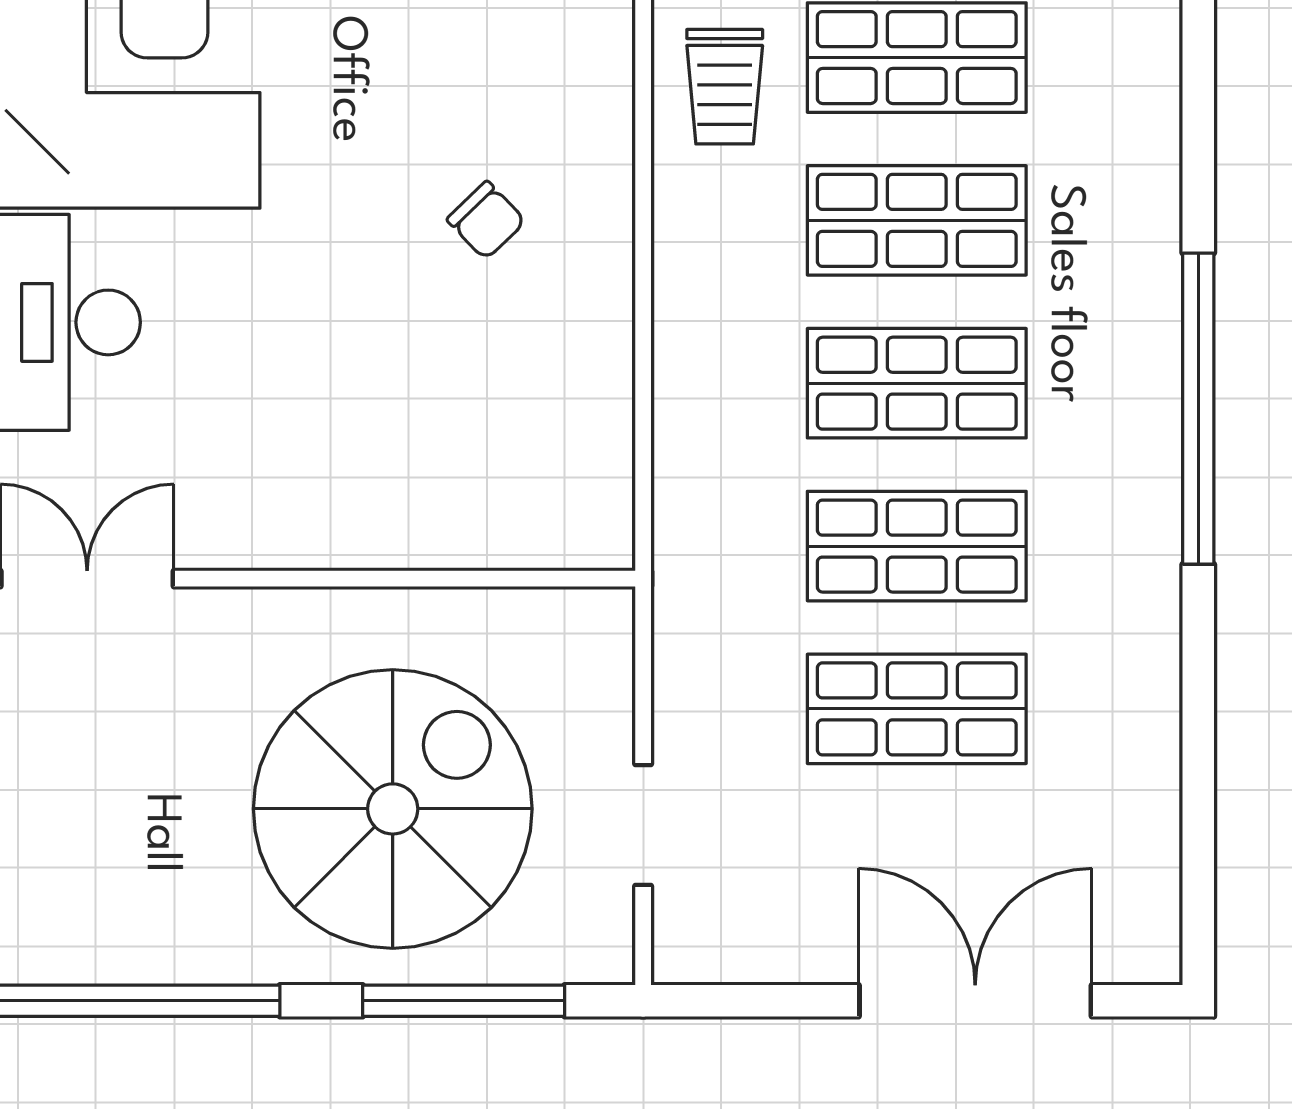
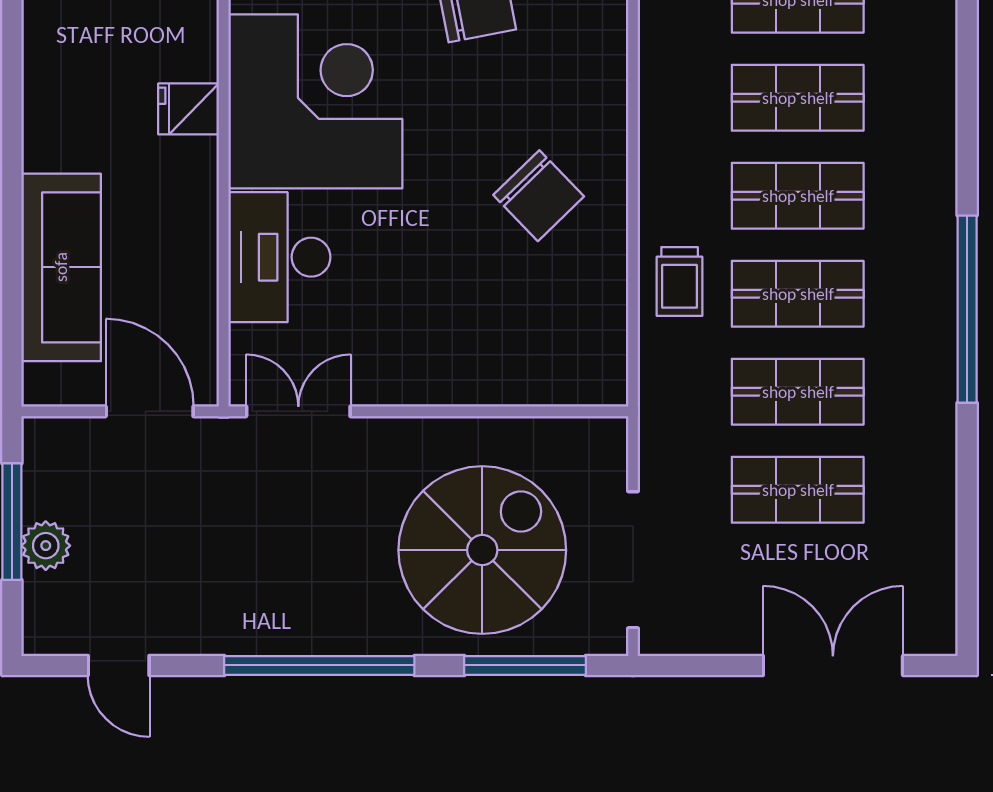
trolley: (725, 87) -> (680, 281), moved
chair: (486, 220) -> (539, 196), width x1.87, depth x1.87
doorway: (643, 825) -> (633, 560), width x1.88

